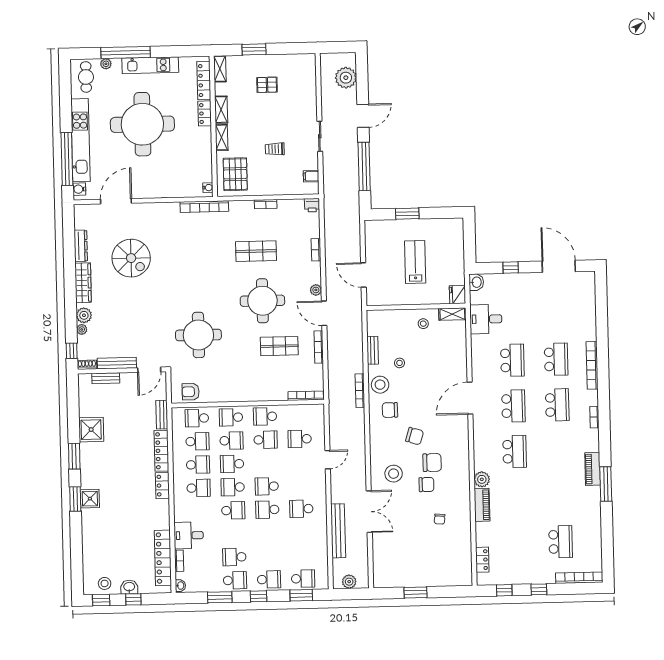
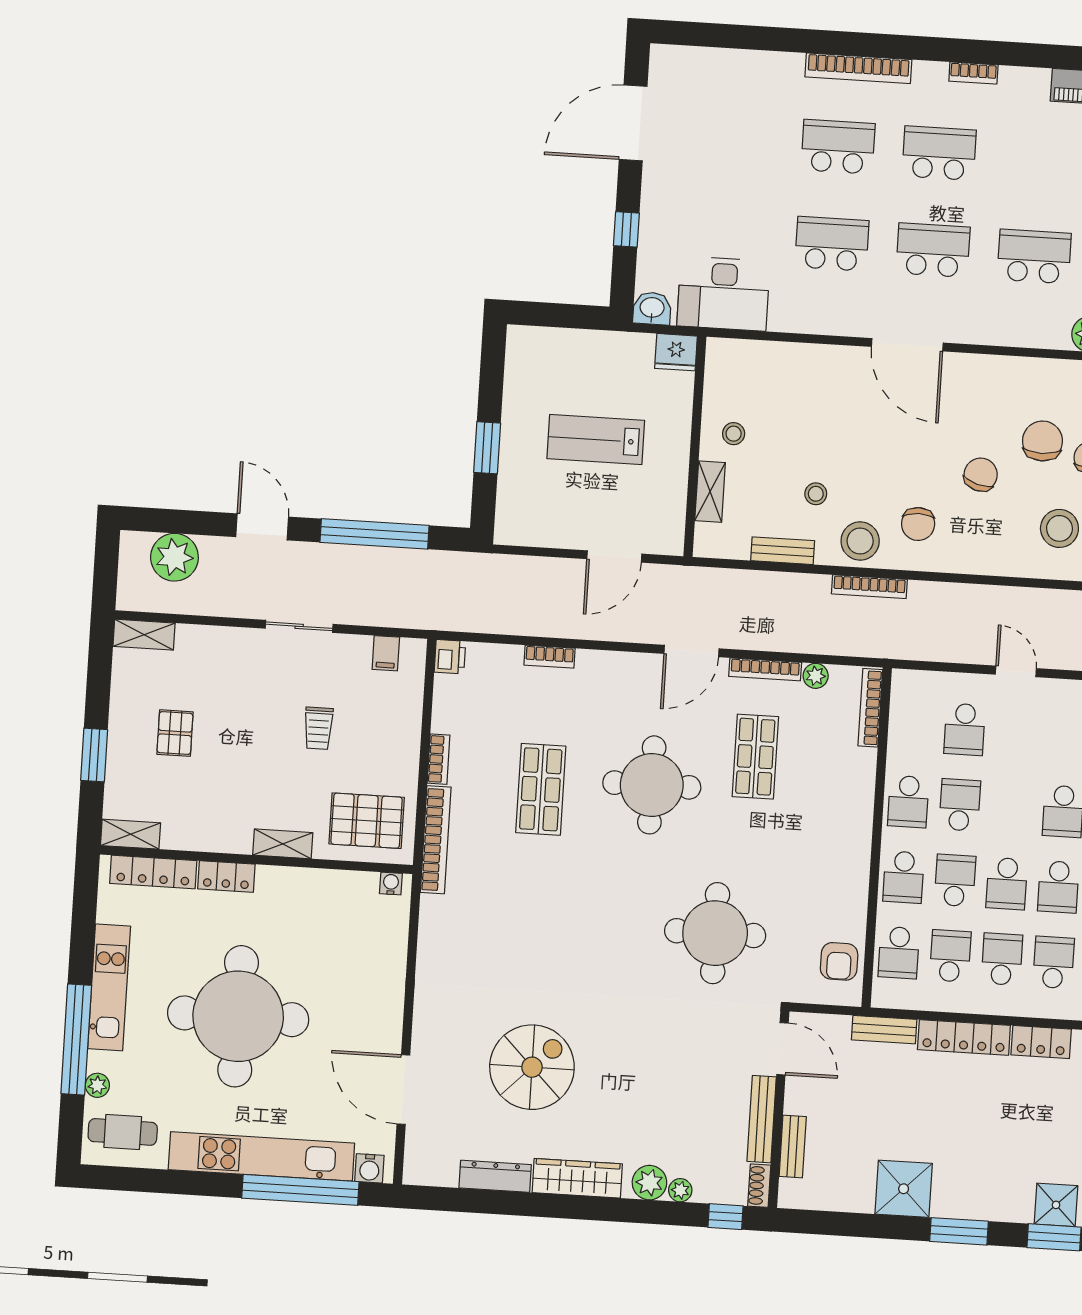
shelving: (221, 110) -> (144, 635), moved
bookcase: (204, 207) -> (436, 840), moved
plant: (316, 290) -> (816, 676), moved
shelving: (452, 314) -> (710, 492), moved
desk: (486, 319) -> (723, 294), width x1.37

